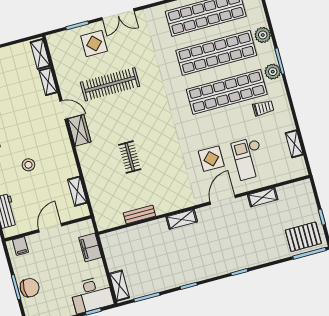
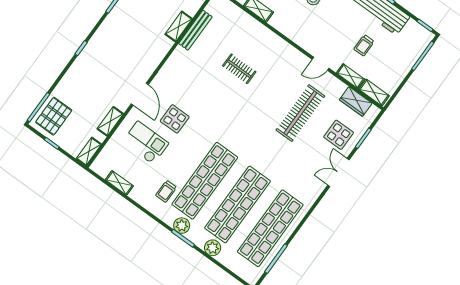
trolley: (18, 97) -> (364, 45), added
wardrobe: (79, 130) -> (356, 102), moved
shelving: (298, 187) -> (89, 151), added
bench: (139, 214) -> (195, 30), width x1.36
shelving: (182, 219) -> (179, 26), moved

